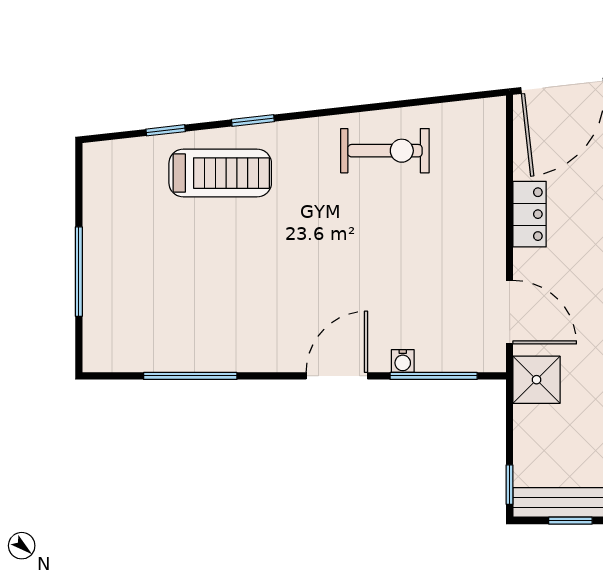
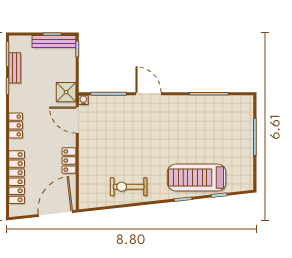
treadmill: (220, 173) -> (197, 178), width x1.37, depth x1.38
water cooler: (403, 361) -> (83, 100), moved
door: (337, 376) -> (148, 94), swing flipped

